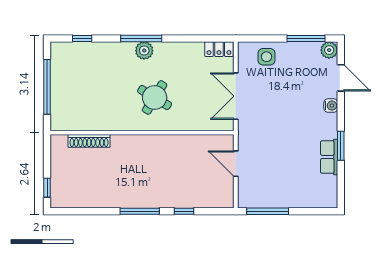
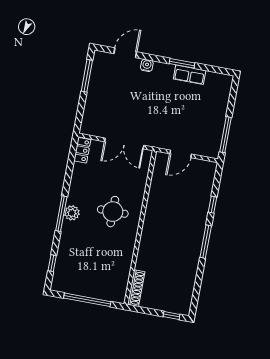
plant: (329, 50) -> (100, 58), removed
side table: (266, 57) -> (96, 112), removed
round table: (155, 97) -> (113, 212), turned -31
shoe rack: (89, 141) -> (136, 288), moved

